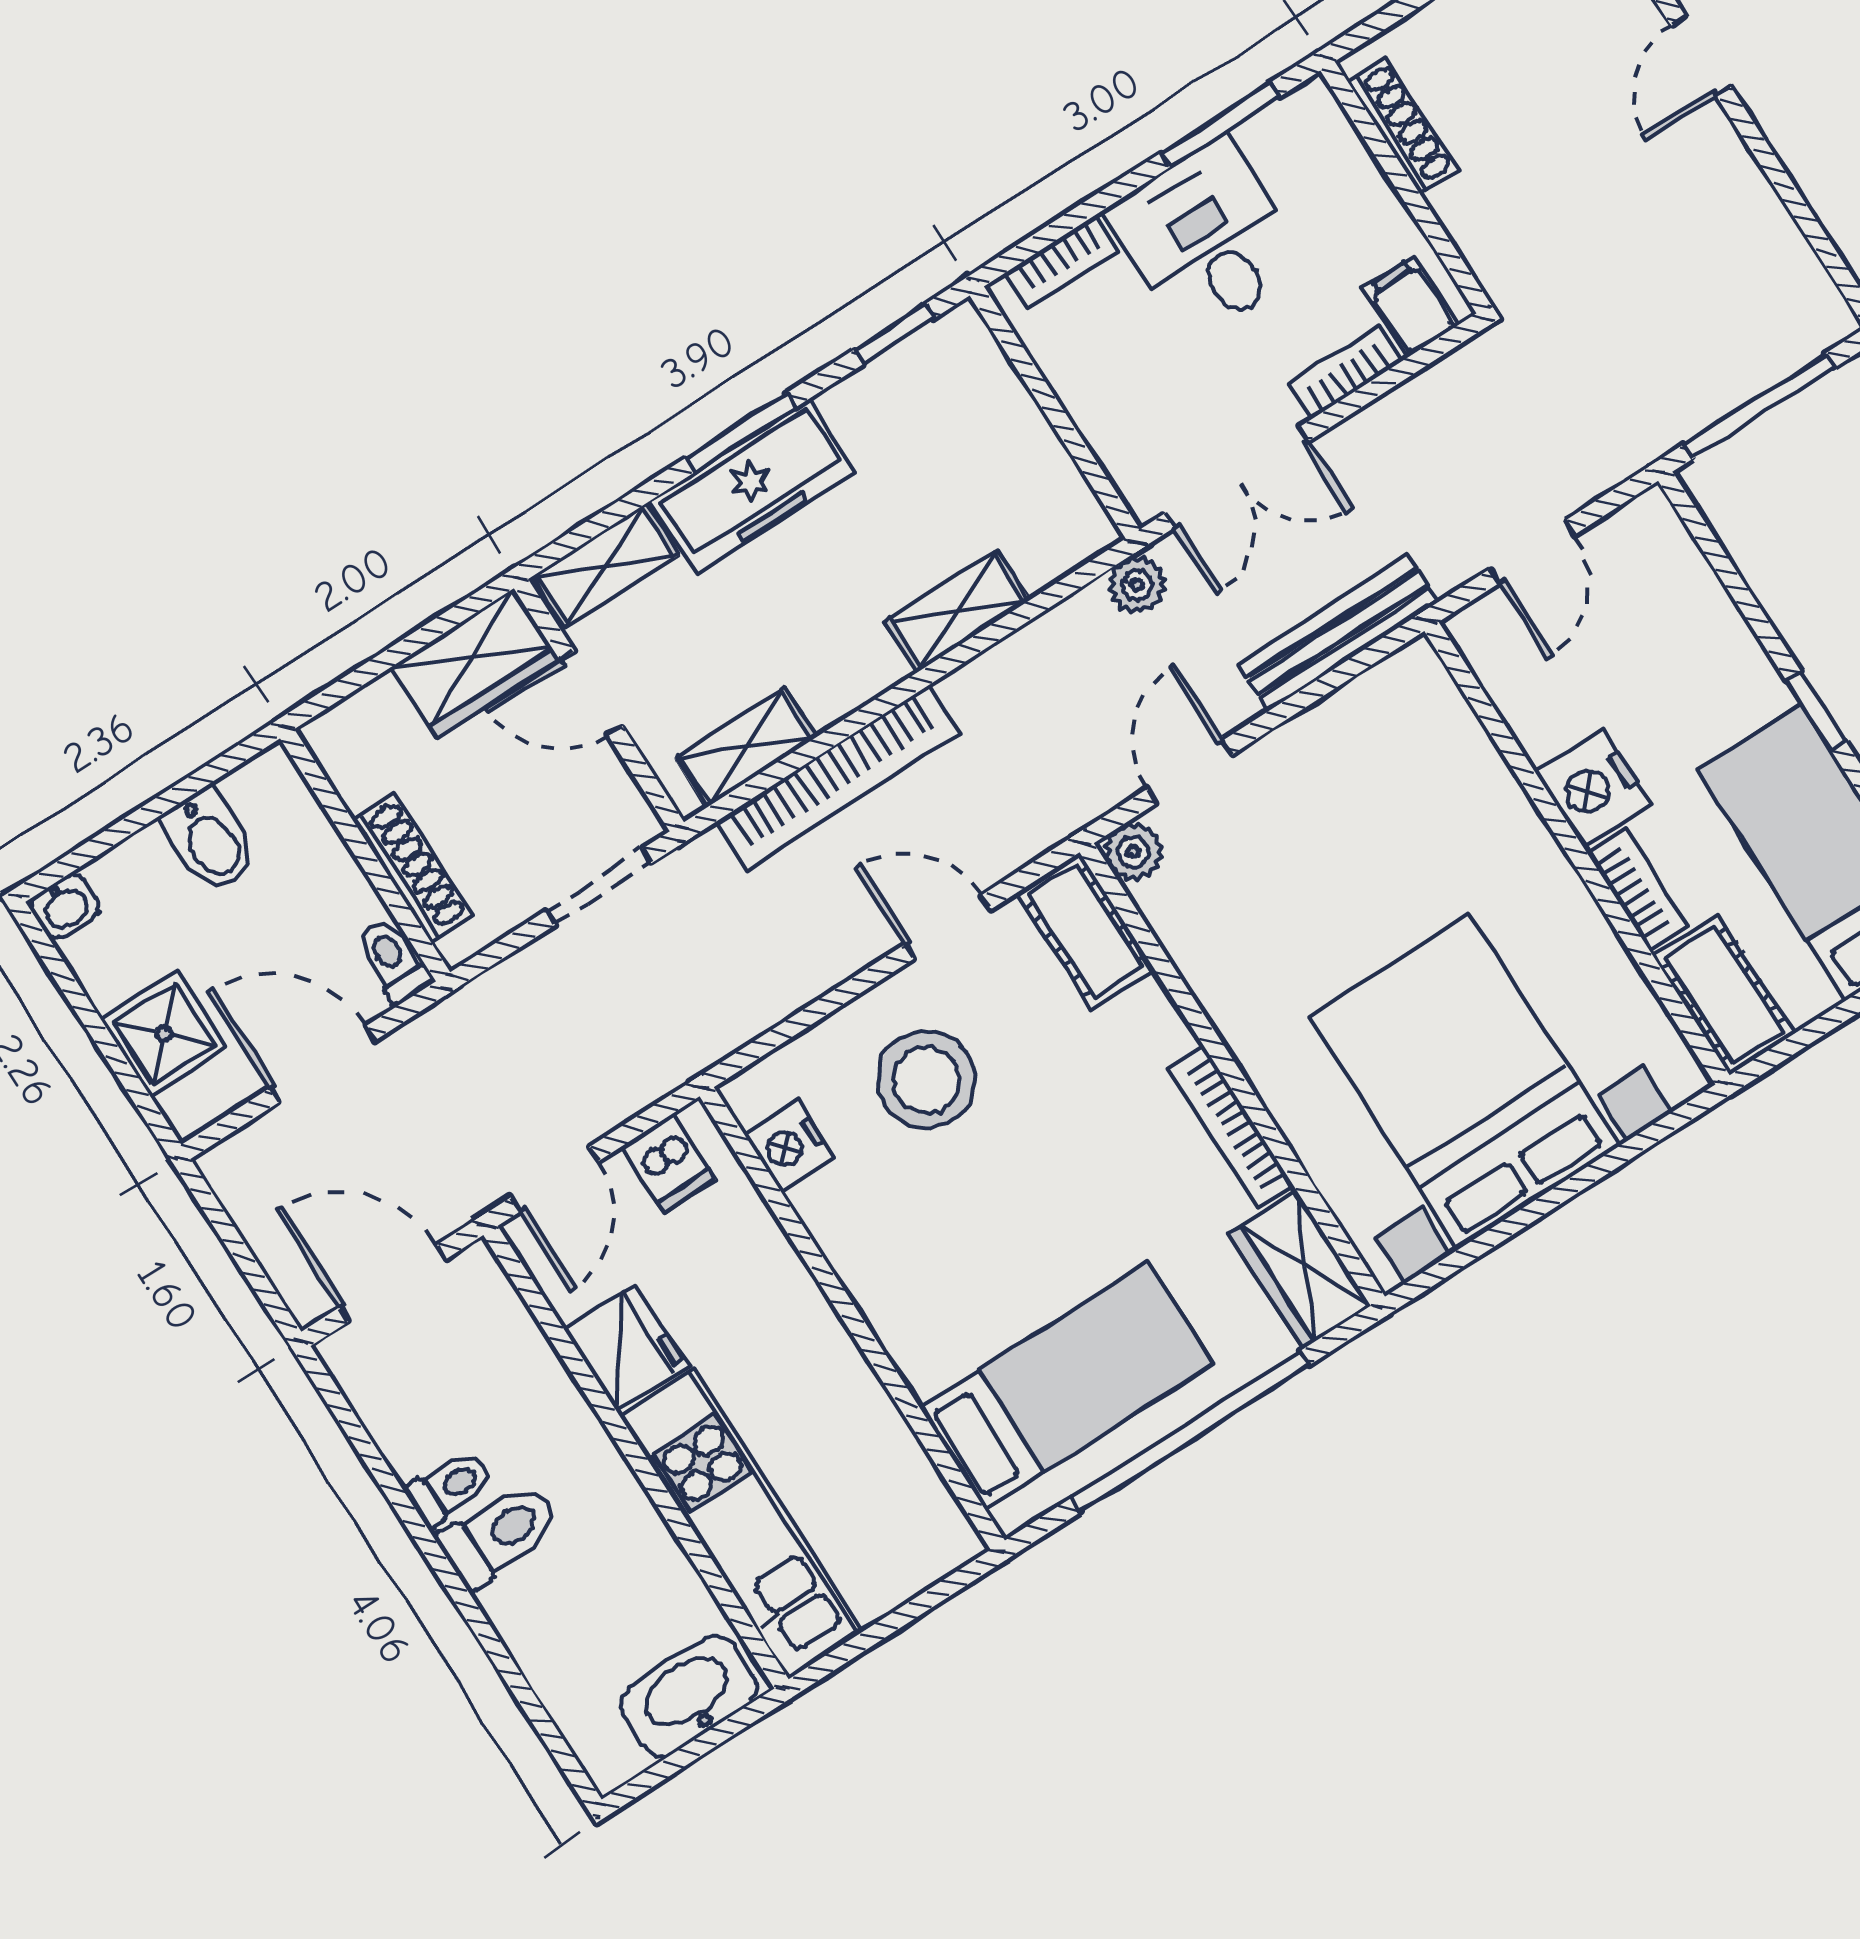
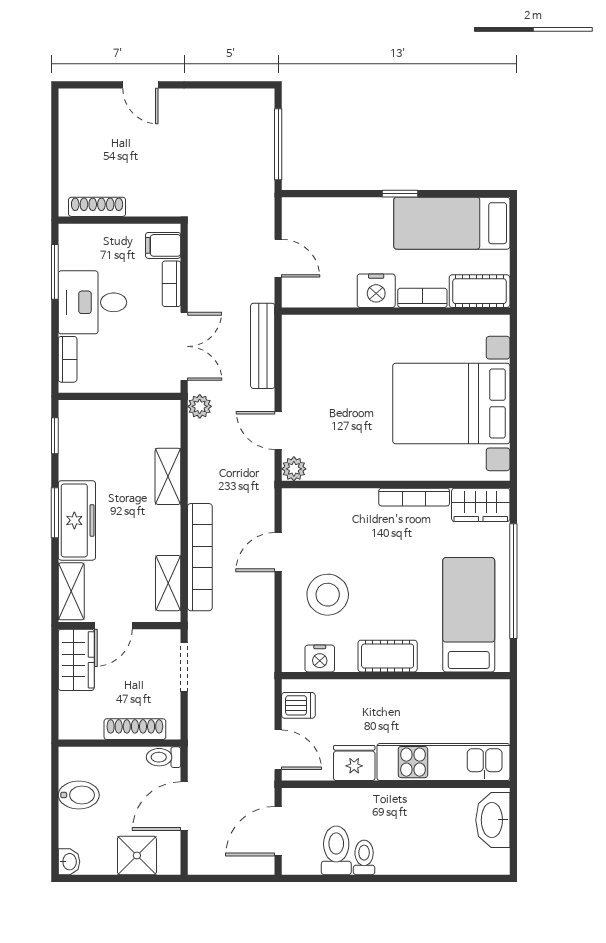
cot: (1085, 931) -> (388, 656), moved
toilet: (500, 1534) -> (336, 850), moved

